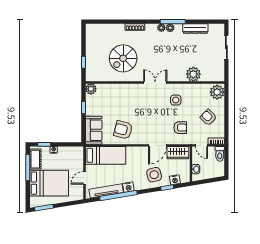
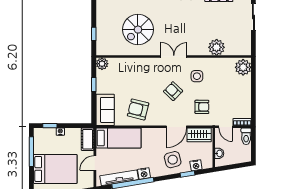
armchair: (208, 117) -> (173, 91), moved
cot: (35, 159) -> (88, 139), moved

